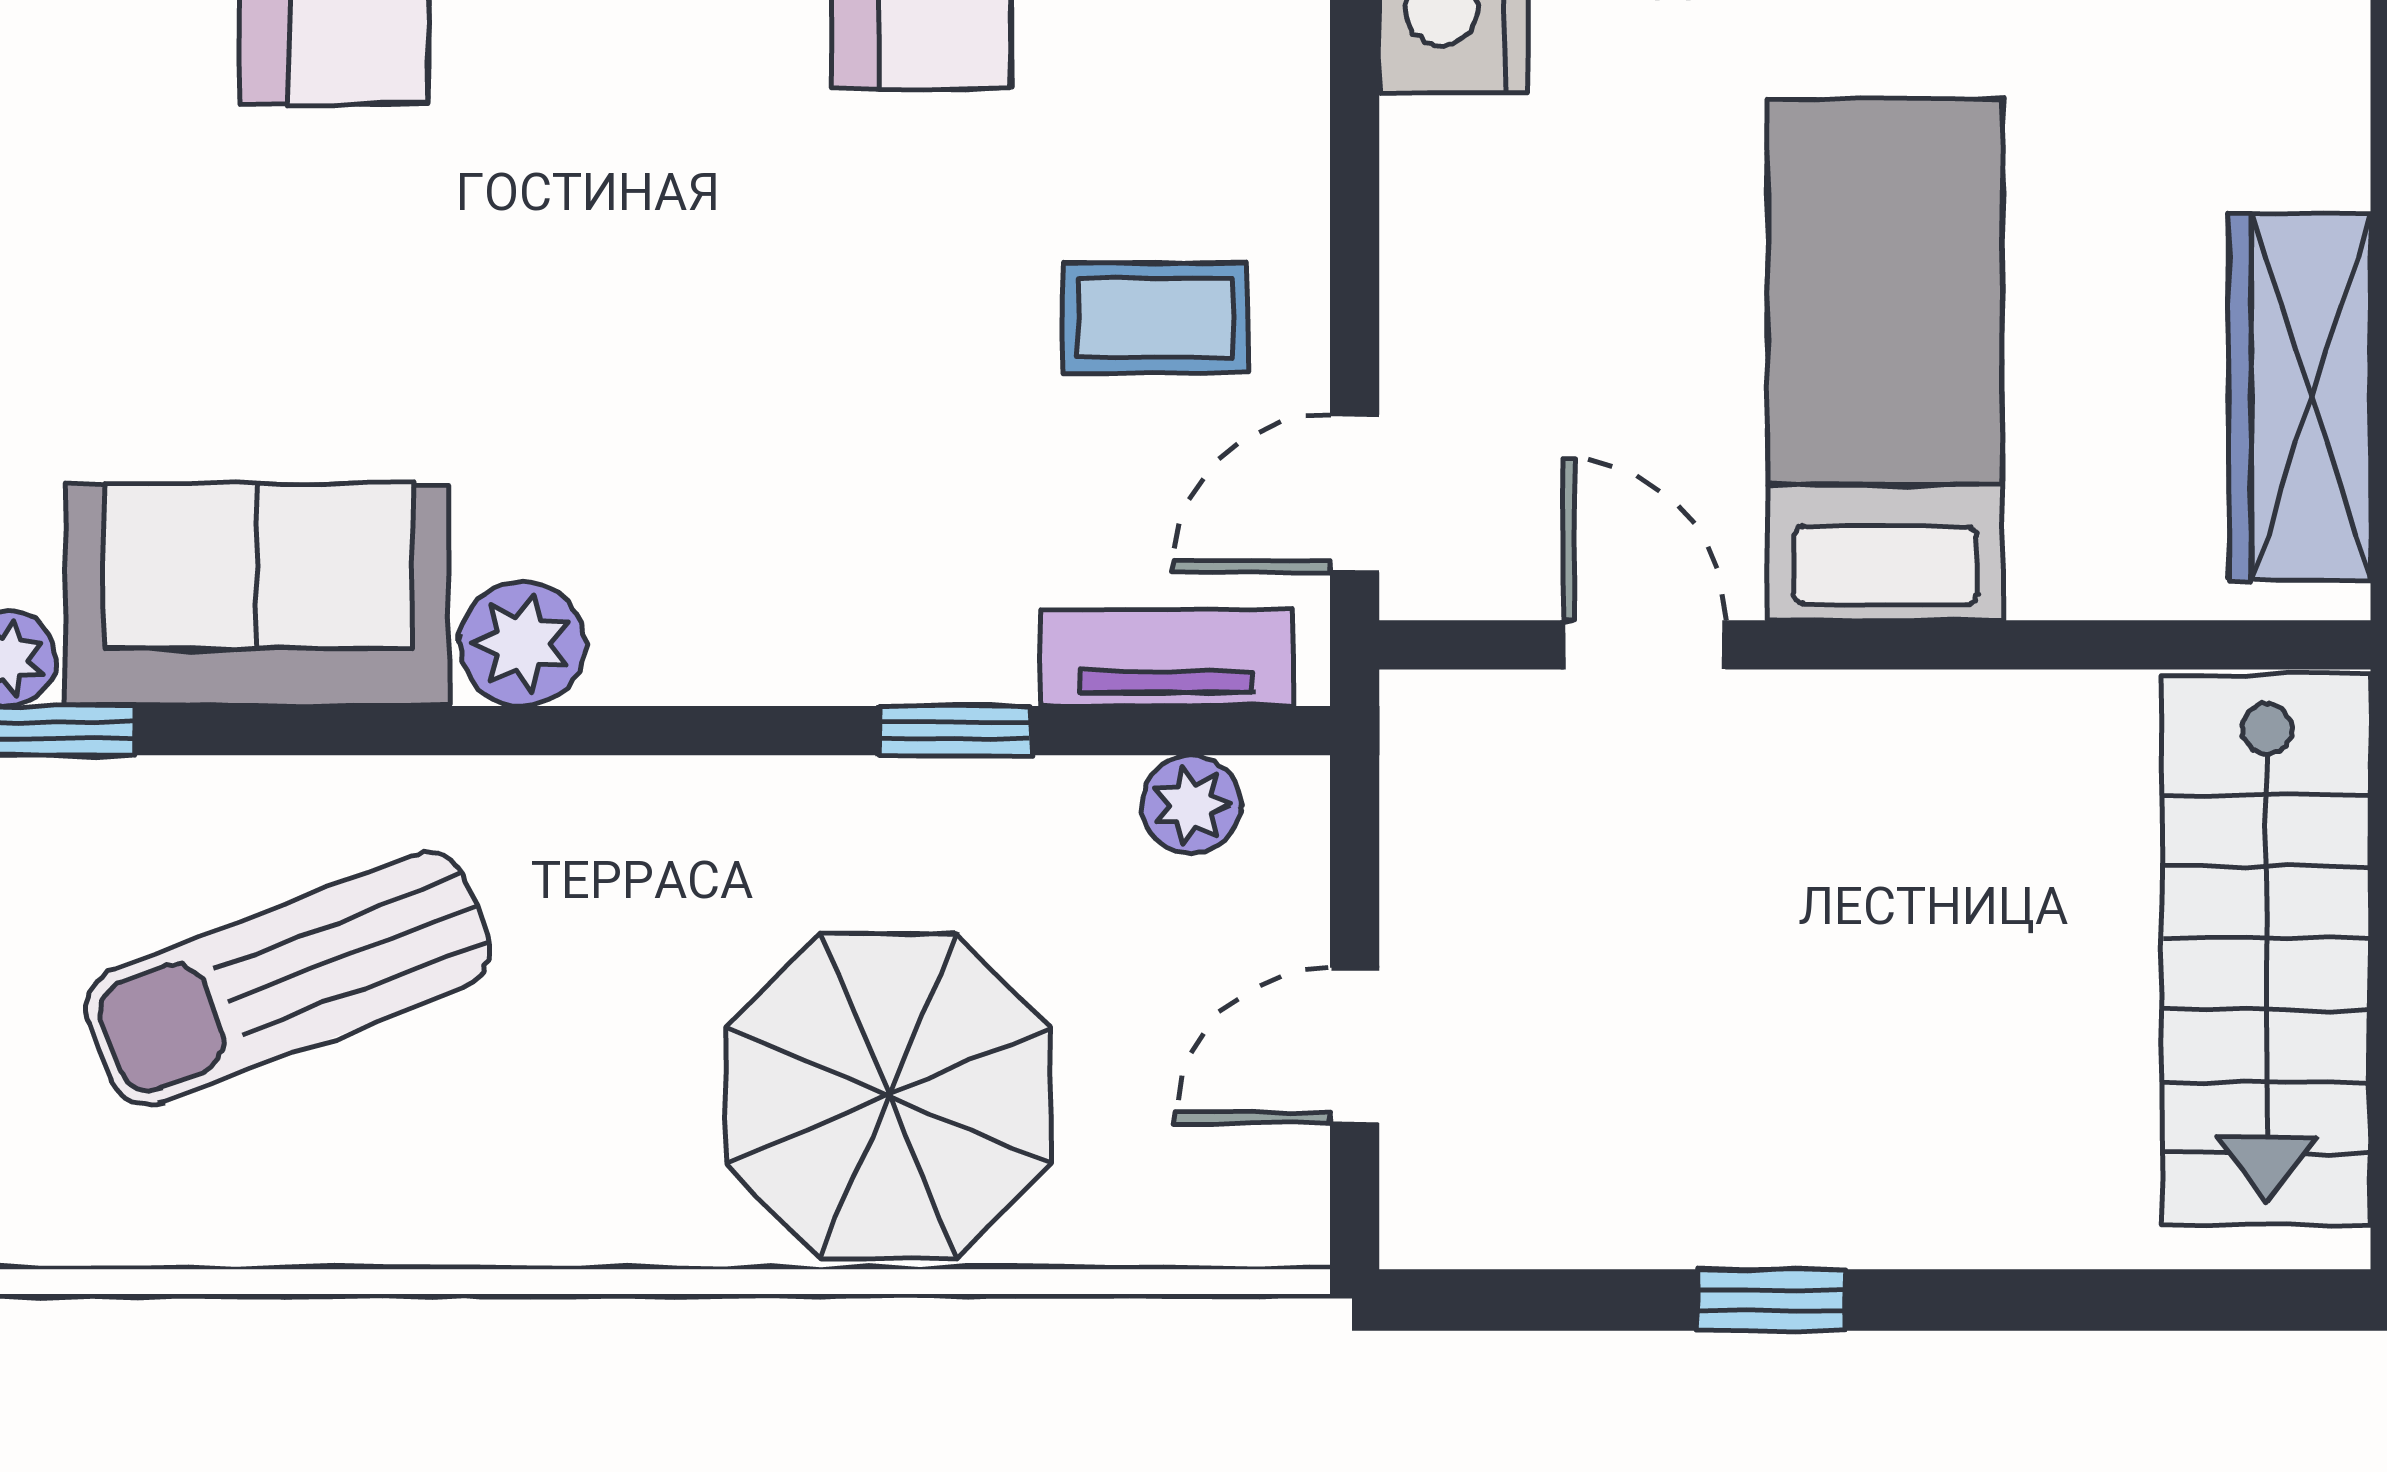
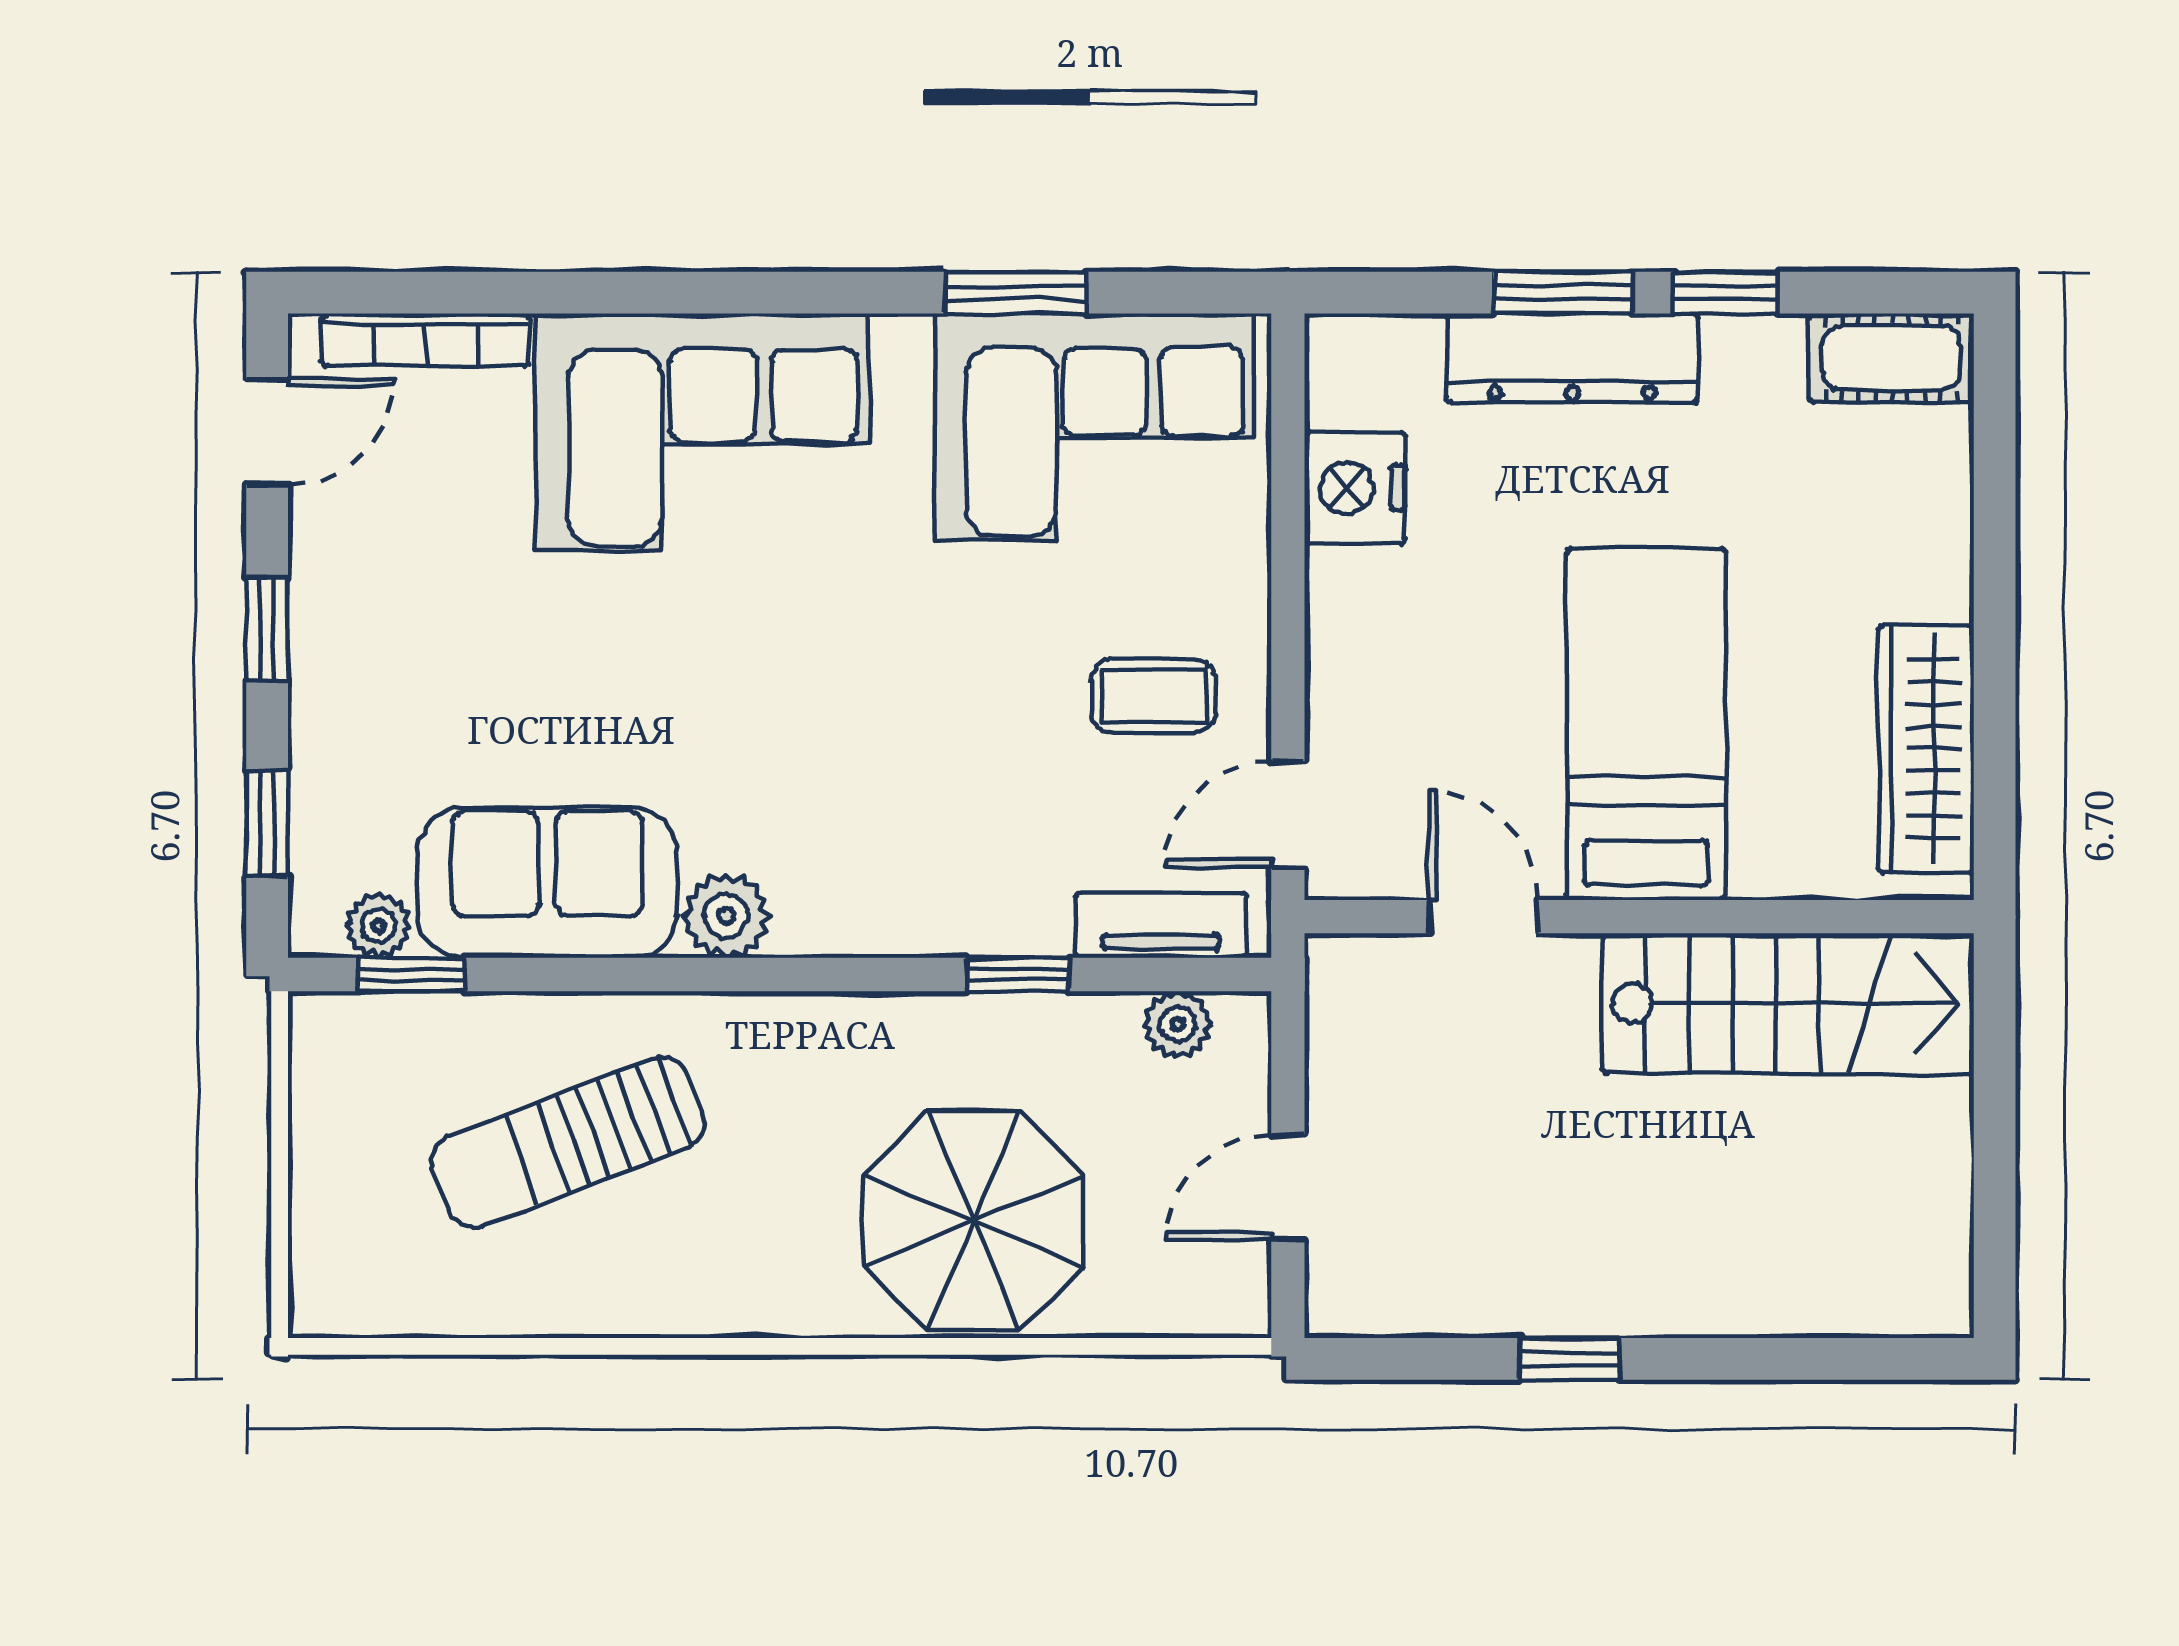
stairs: (2267, 949) -> (1788, 1003), moved, turned -90

